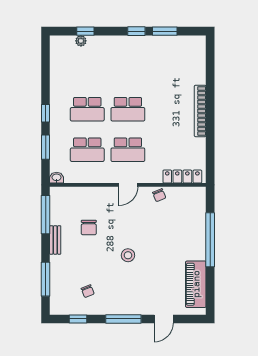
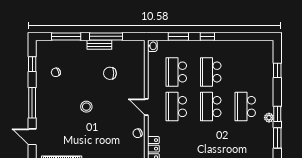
plant: (81, 41) -> (269, 118), moved
school desk: (128, 69) -> (245, 107), added
window: (46, 215) -> (106, 36), moved

